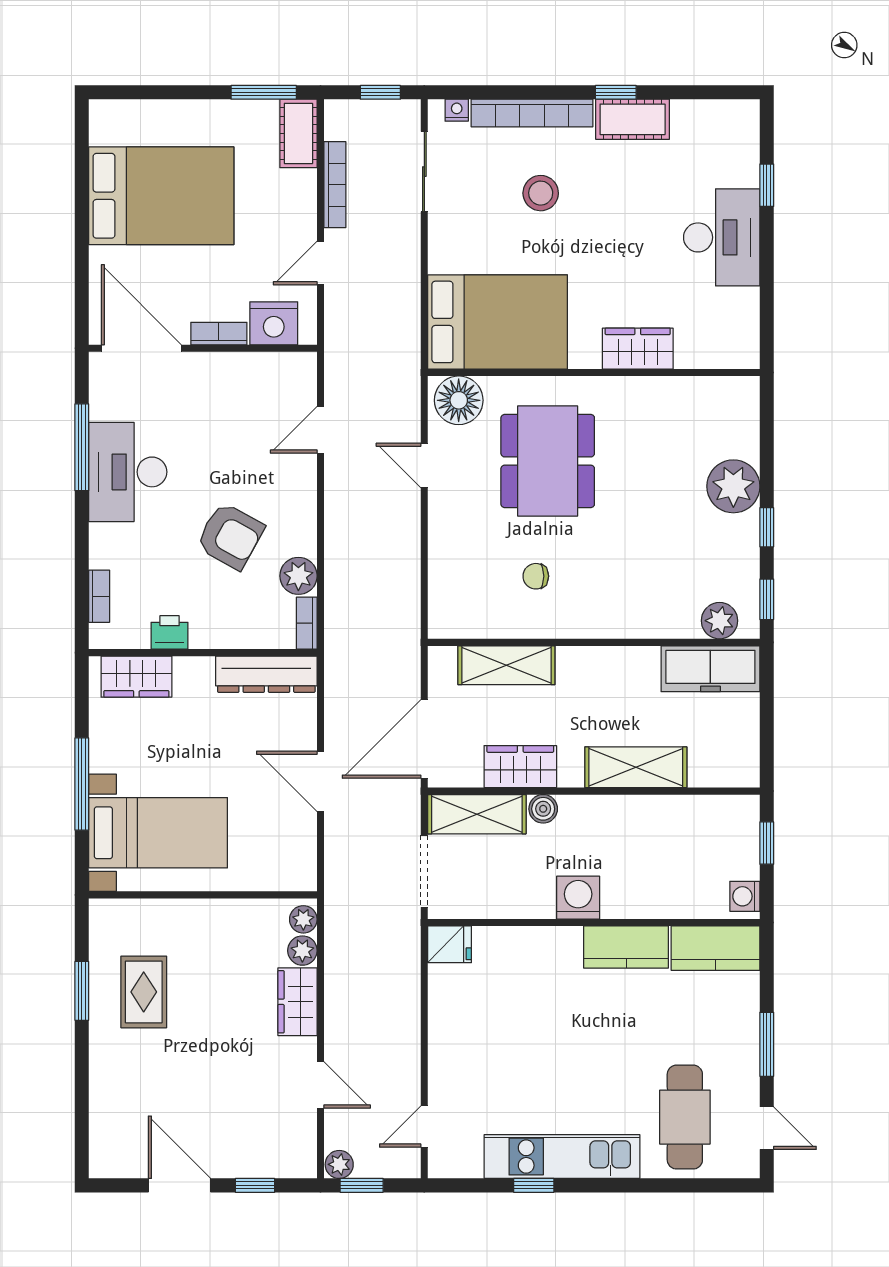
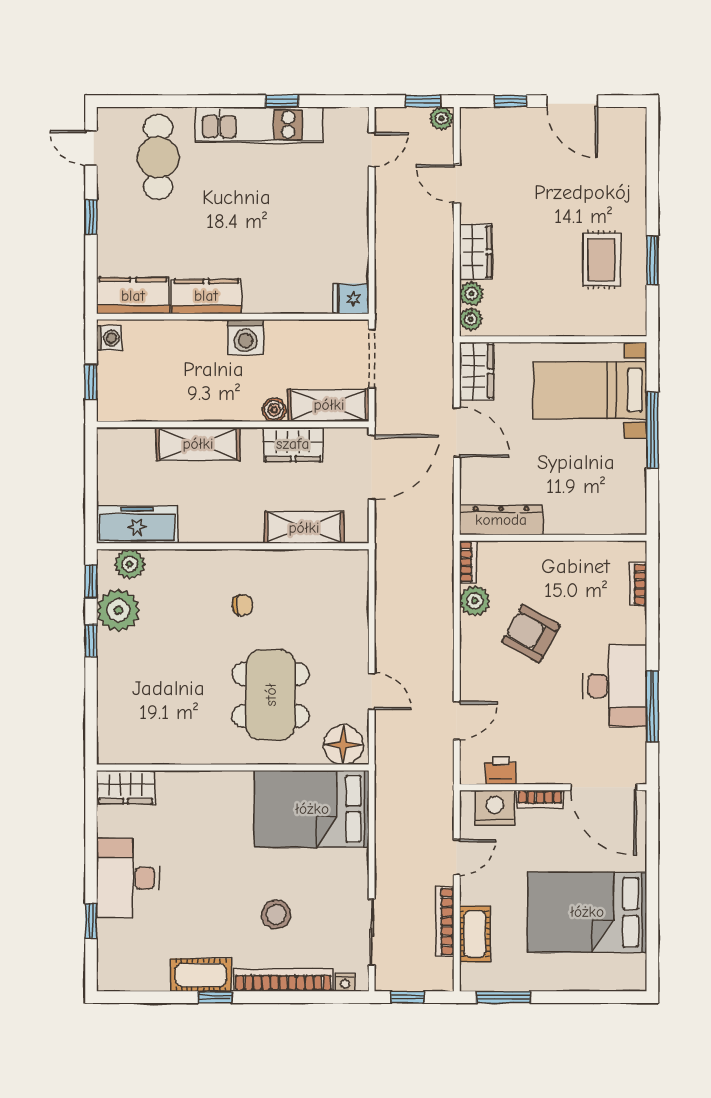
cot: (298, 133) -> (475, 934), moved
wardrobe: (638, 349) -> (126, 787), moved
plant: (733, 486) -> (118, 610), moved
chair: (536, 576) -> (243, 605), moved
printer: (170, 632) -> (501, 771), moved, turned 180
wardrobe: (136, 677) -> (476, 371), moved, turned 90
window: (767, 1044) -> (91, 217), width x0.67

